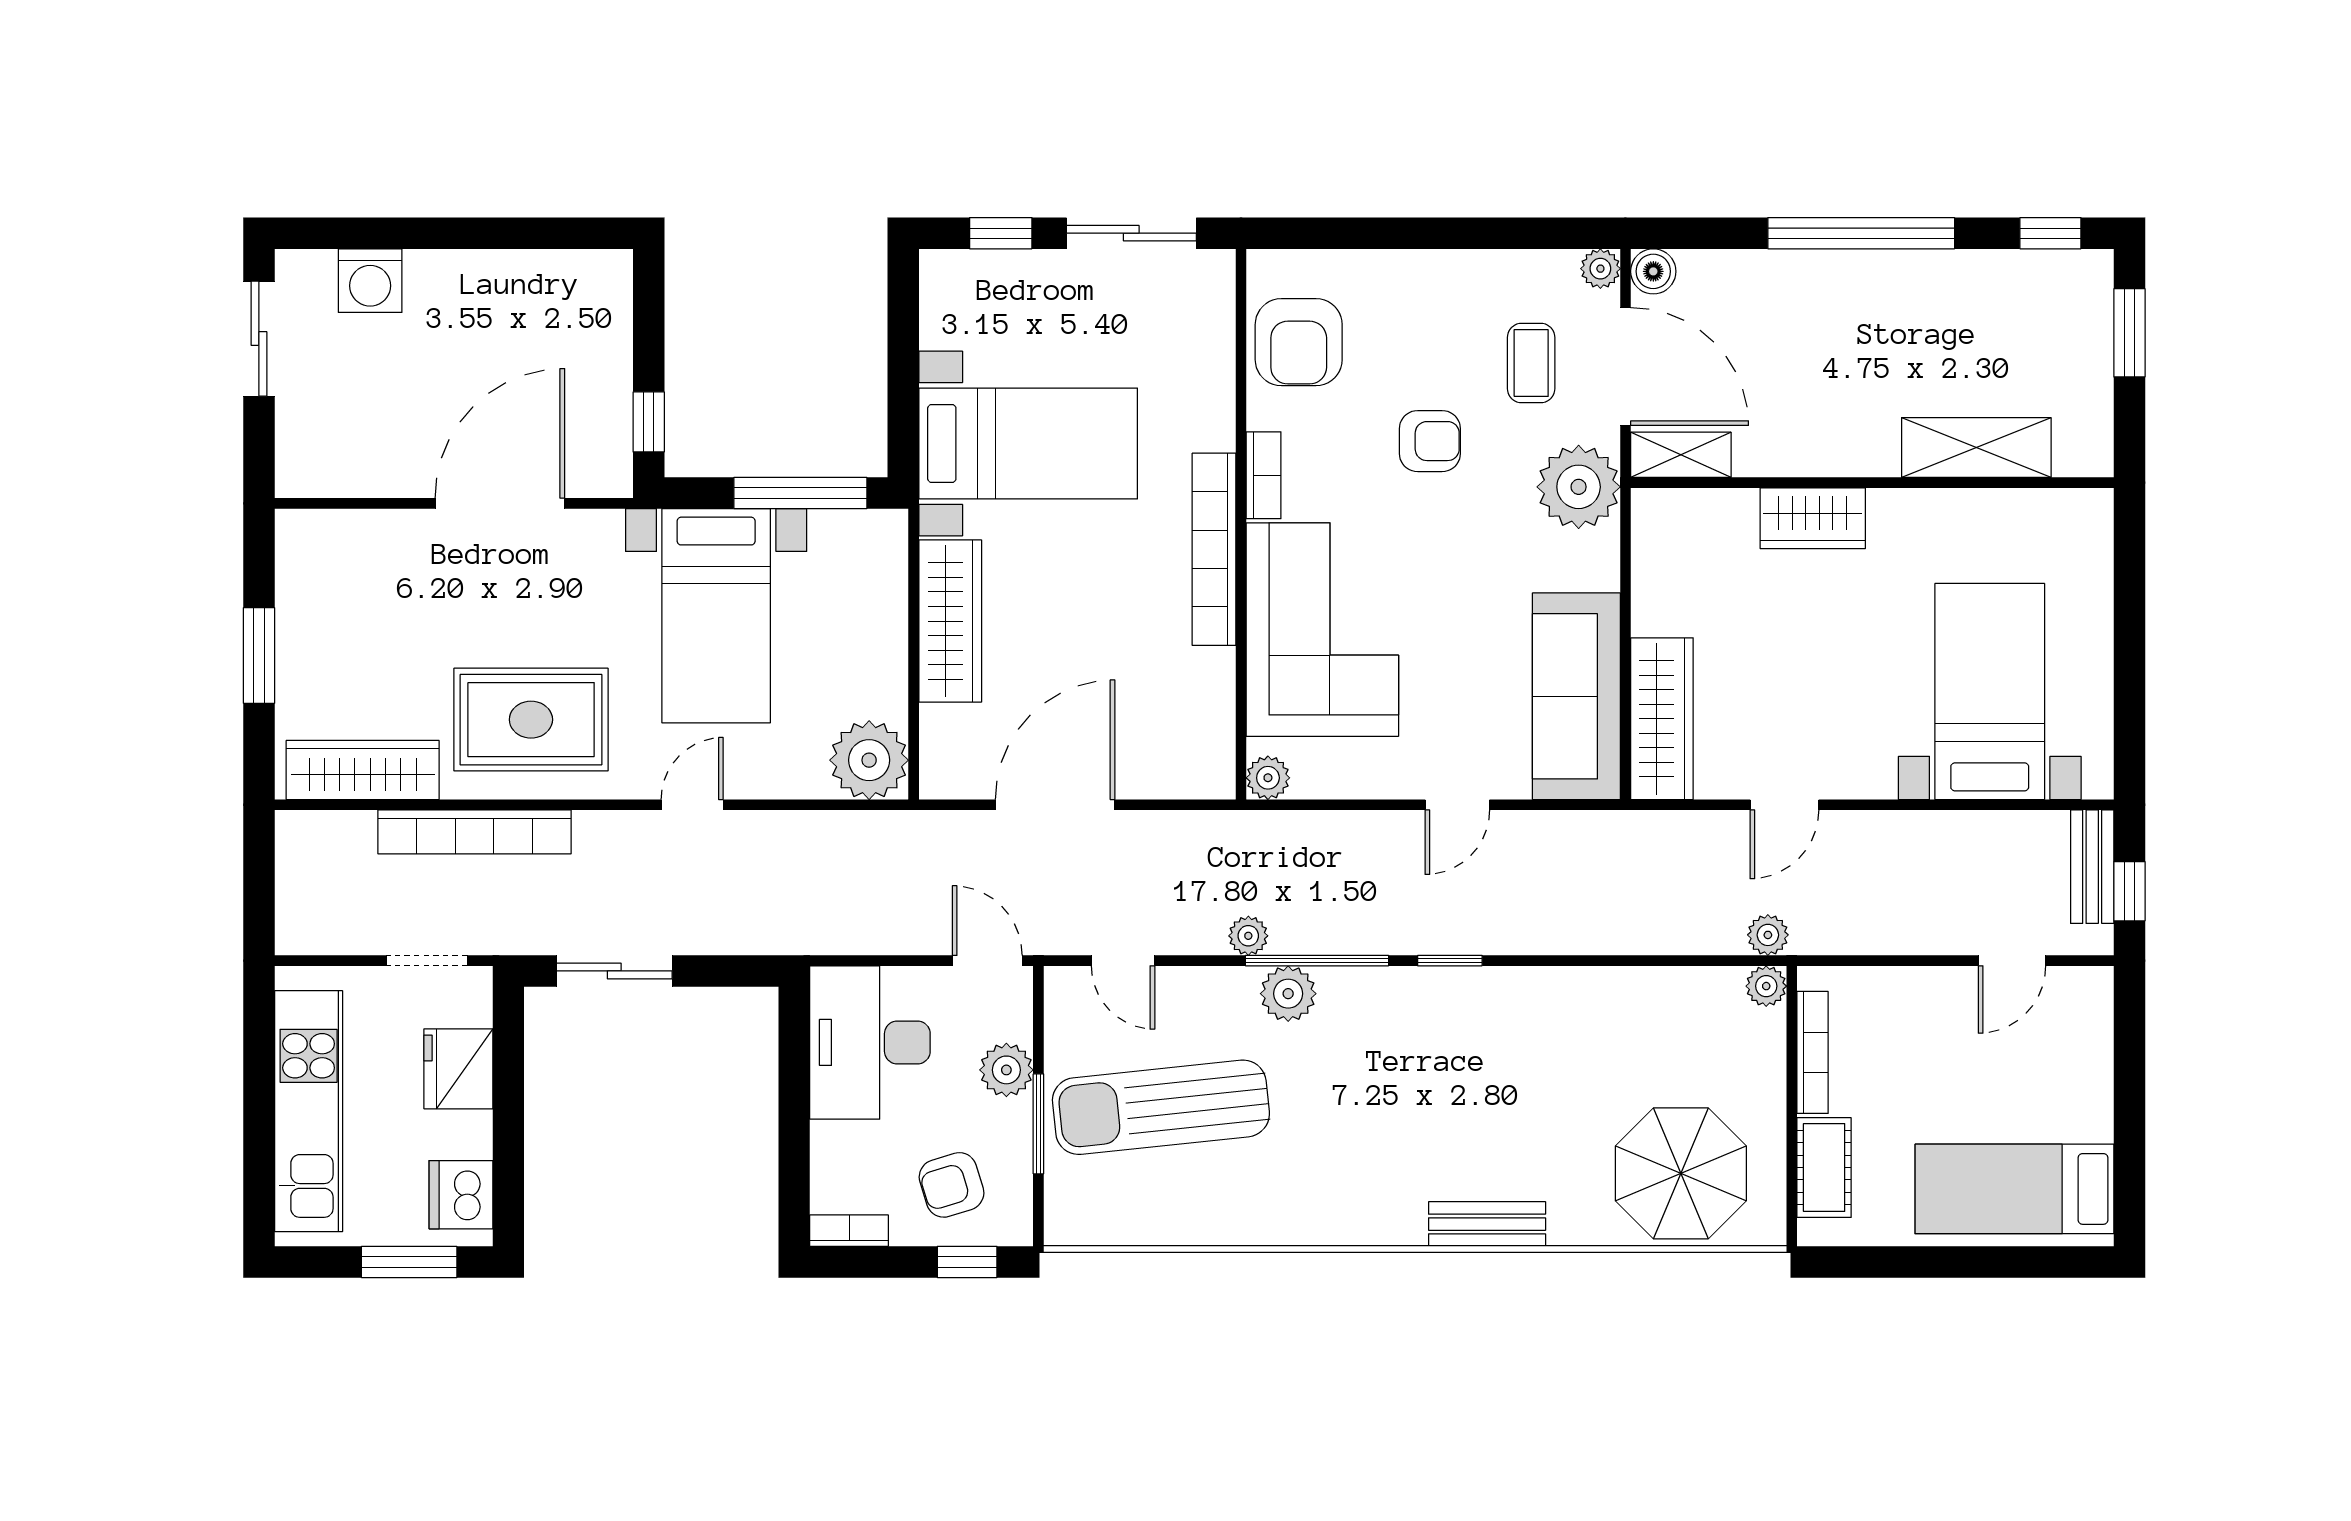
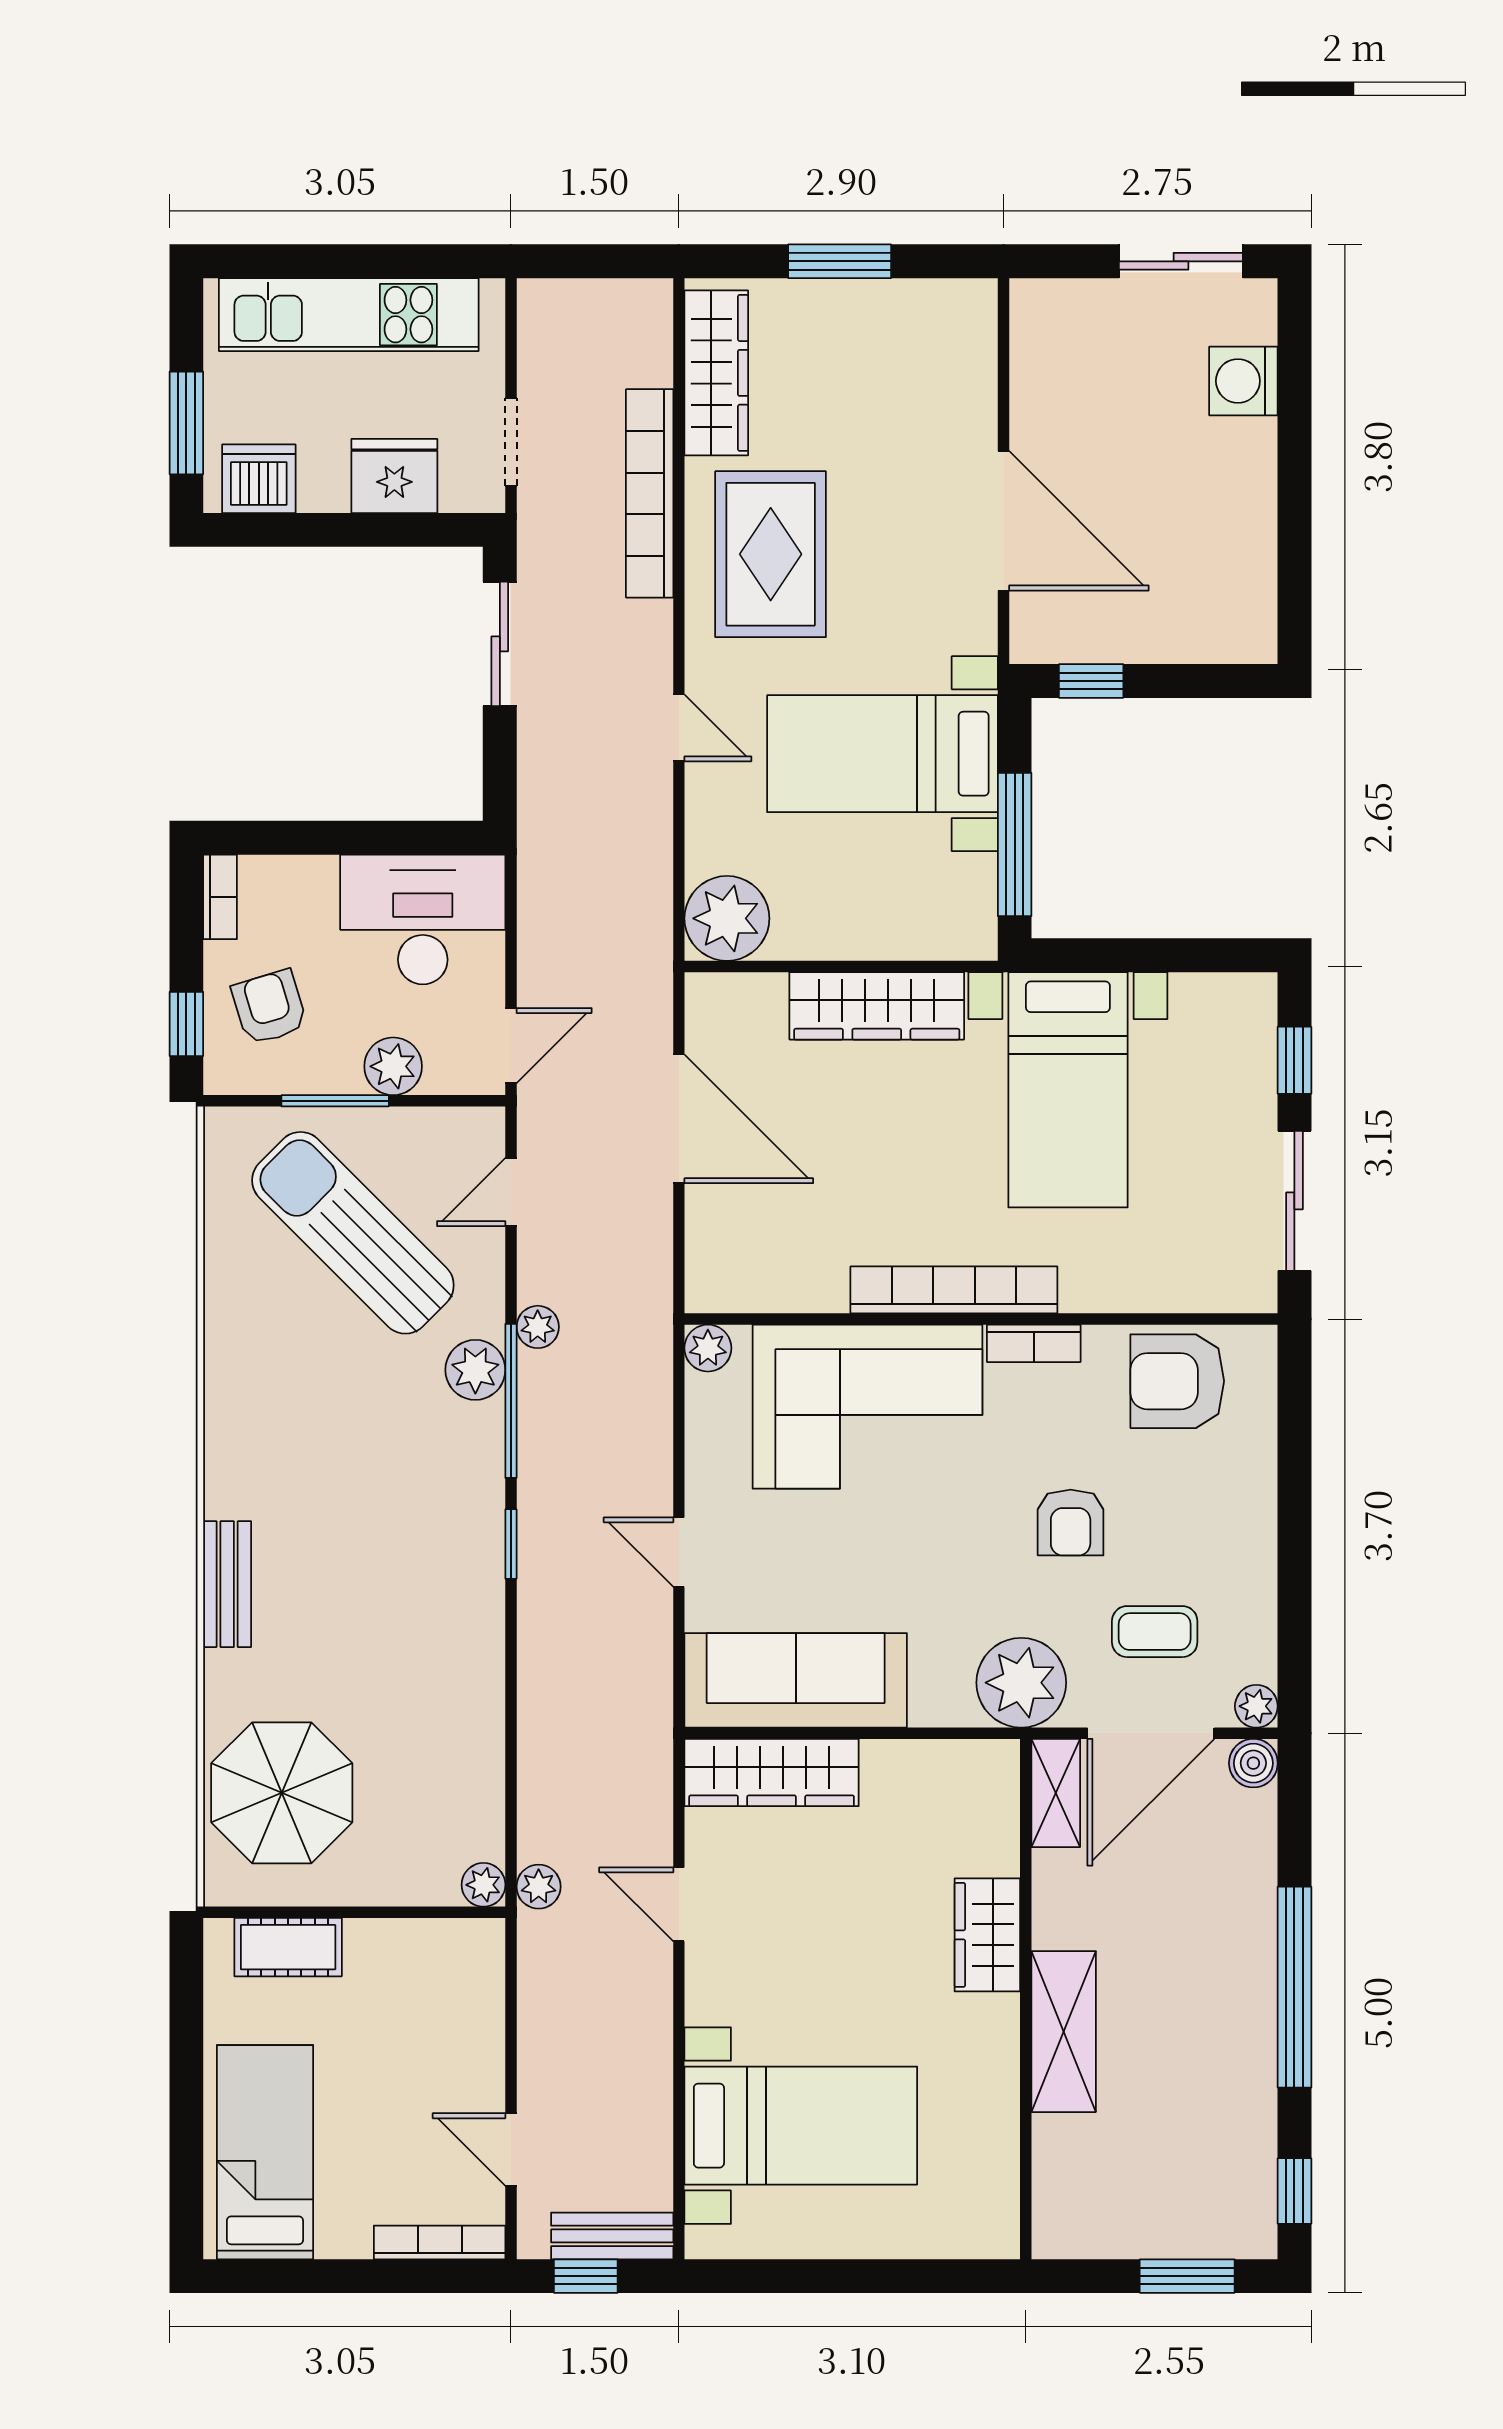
shelving: (1976, 447) -> (1064, 2032), moved
bookcase: (1813, 1052) -> (440, 2242), moved, turned 180
sun lounger: (1161, 1107) -> (353, 1233), turned -39

